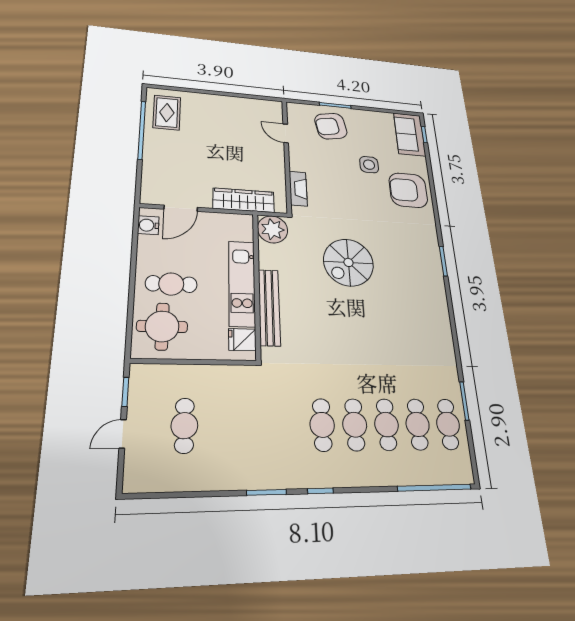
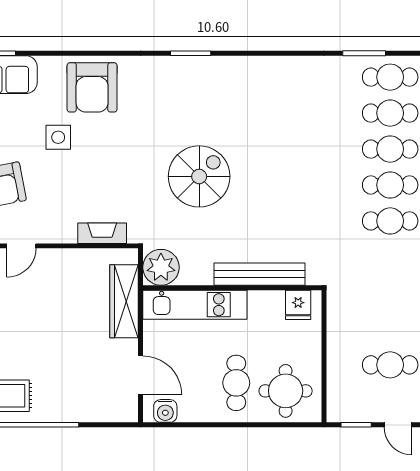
spiral stairs: (348, 262) -> (199, 176), turned -90
kitchen unit: (242, 283) -> (195, 305), moved

